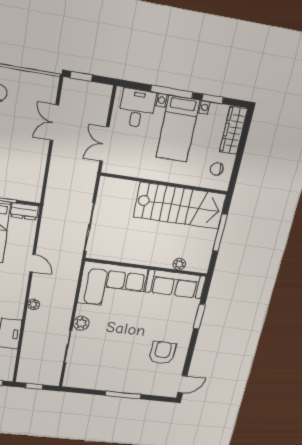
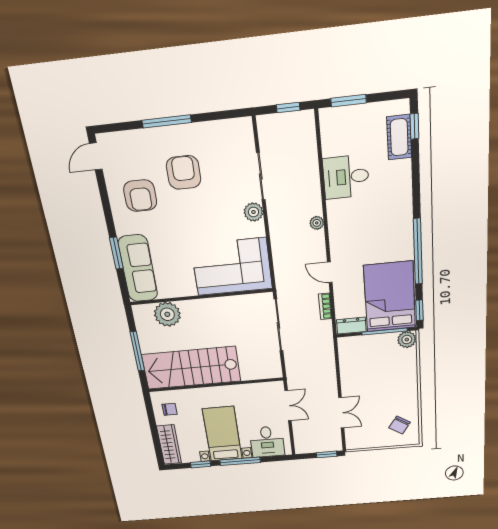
bookcase: (44, 235) -> (325, 306), added
plant: (179, 264) -> (167, 314), width x1.88, depth x1.88
sofa: (175, 284) -> (138, 269), moved, turned 90
armchair: (124, 361) -> (184, 172), added

